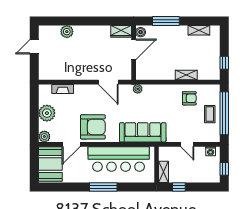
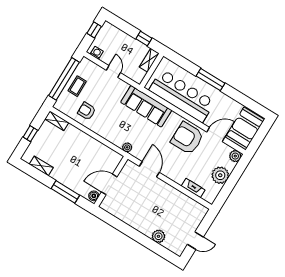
wardrobe: (121, 31) -> (110, 207), removed
window: (224, 63) -> (30, 134), moved
shelving: (186, 75) -> (57, 121), moved

